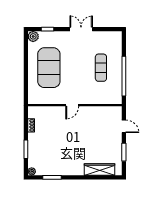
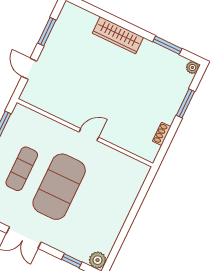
exercise mat: (49, 68) -> (59, 187), moved
wardrobe: (99, 169) -> (118, 35), moved

